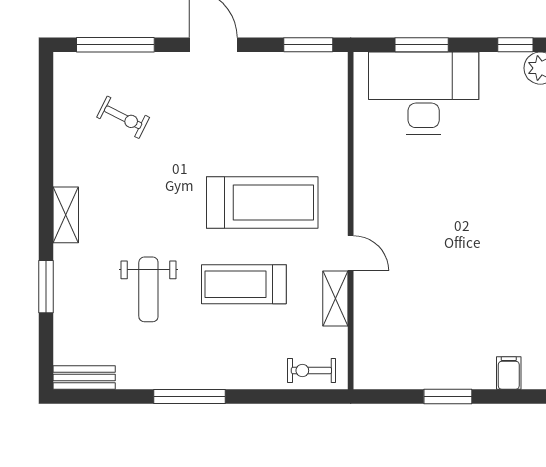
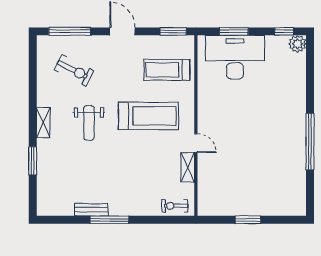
exercise bike: (123, 117) -> (74, 70), width x1.38, depth x1.39
treadmill: (244, 284) -> (167, 70), moved
weight bench: (148, 289) -> (89, 123), moved
filing cabinet: (509, 373) -> (281, 207), removed
bench: (84, 377) -> (91, 210), moved

